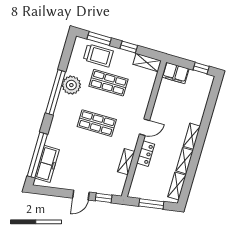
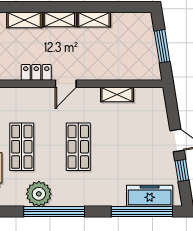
door: (144, 127) -> (66, 84), swing flipped
locker: (146, 154) -> (36, 72), moved
shelving: (177, 186) -> (24, 20), moved
window: (104, 198) -> (182, 170), moved

